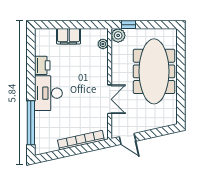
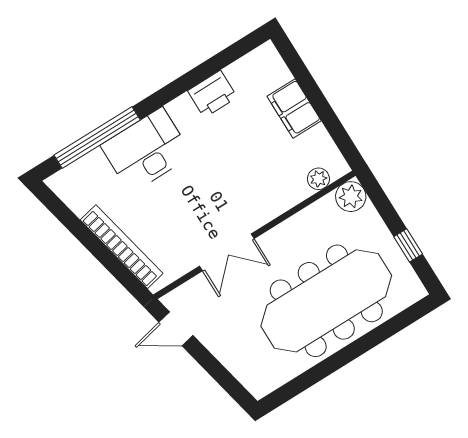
window: (128, 25) -> (408, 245), moved
desk: (48, 93) -> (146, 150), moved
door: (128, 139) -> (176, 329), hinge flipped

